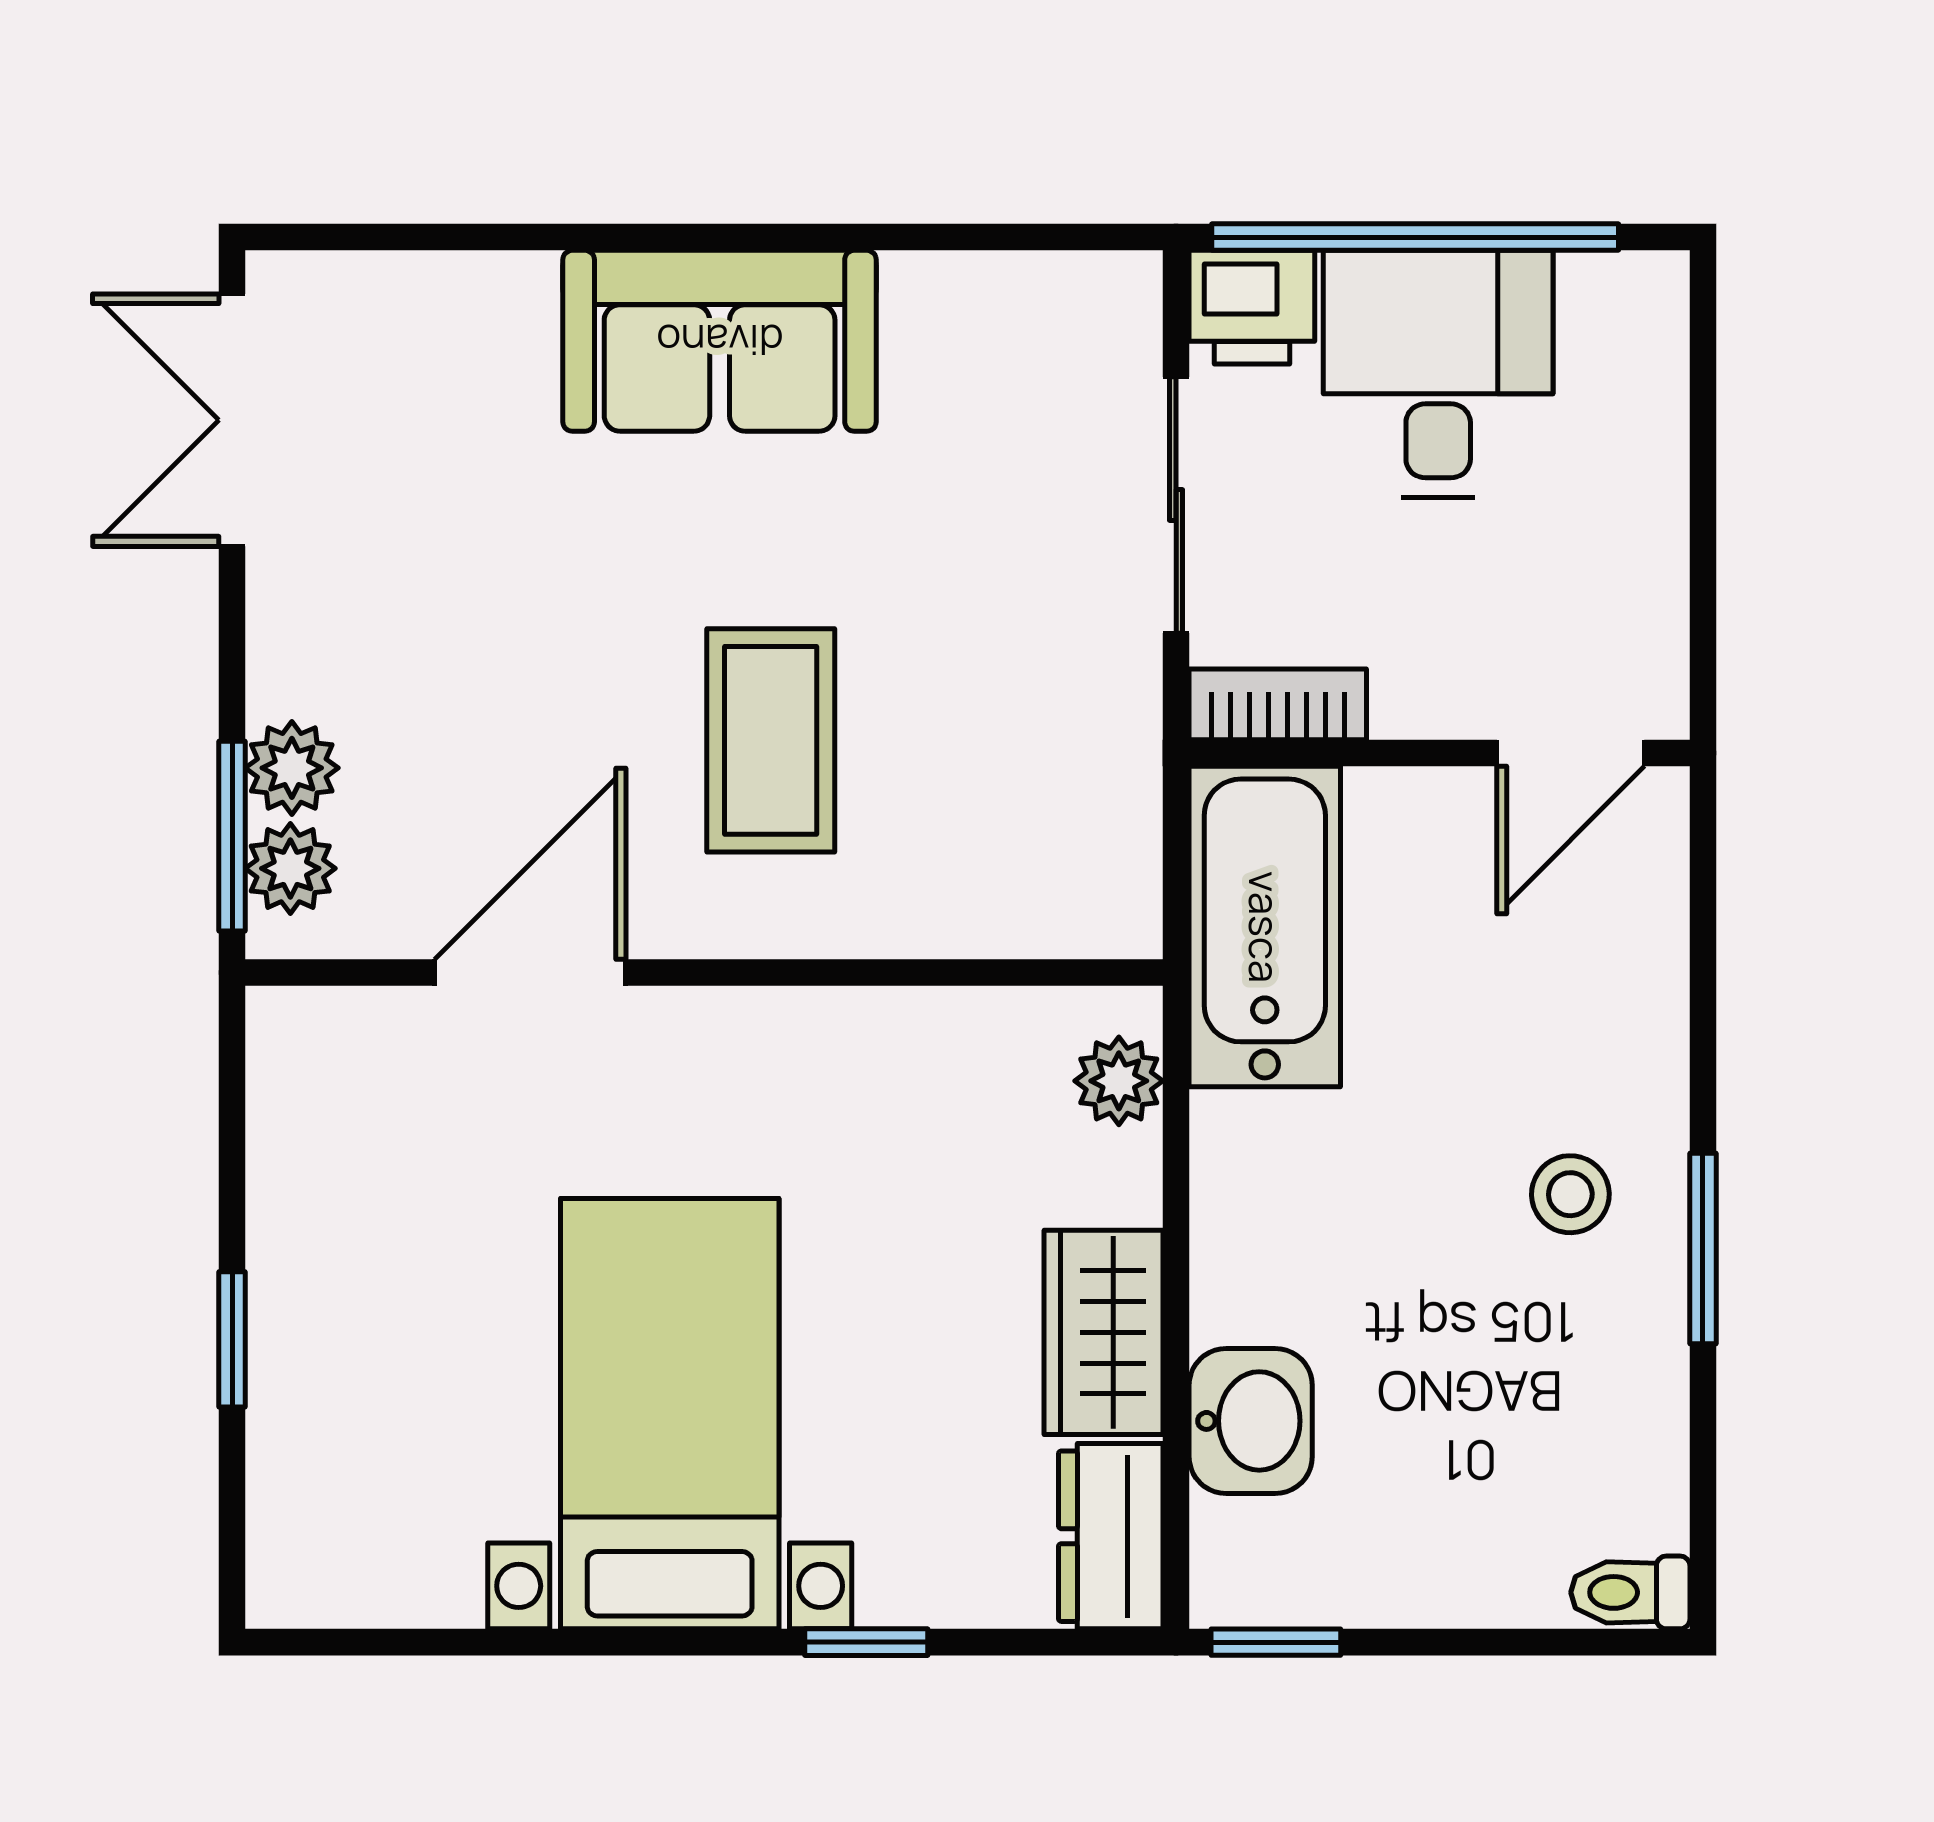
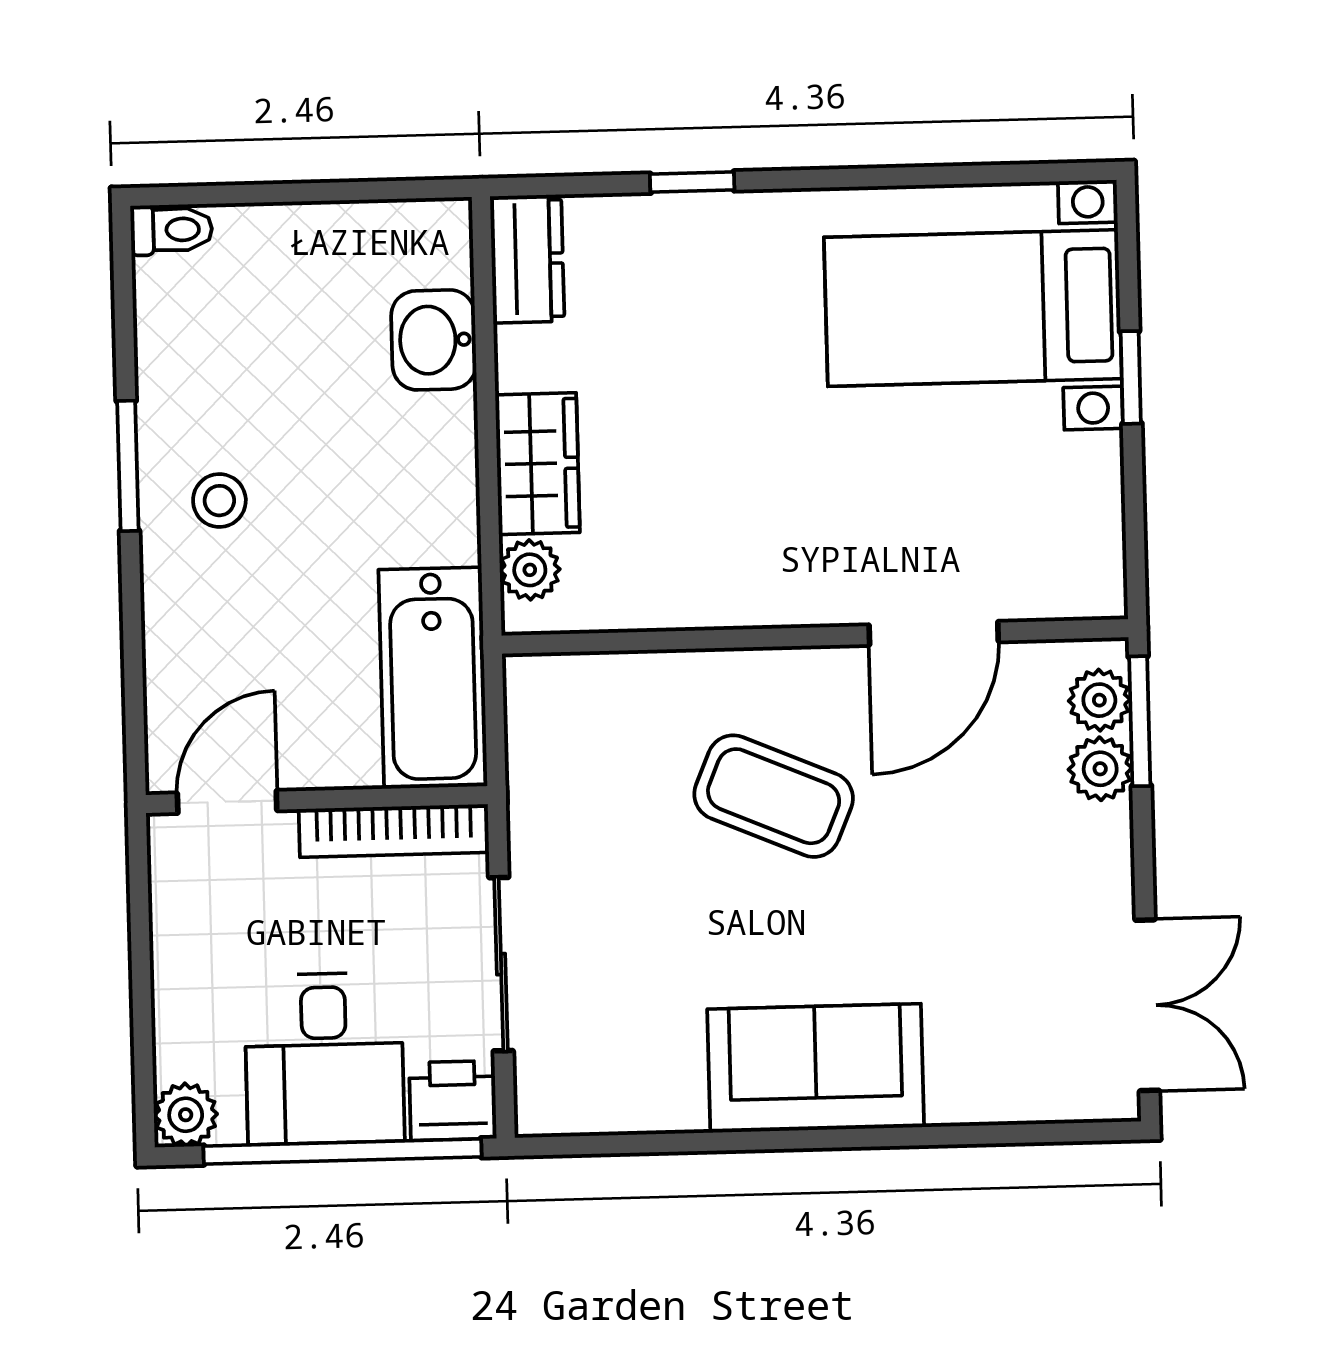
plant: (1643, 297) -> (186, 1115), added
bookcase: (1278, 704) -> (394, 831), width x1.56
coffee table: (771, 740) -> (774, 796), turned -67
wardrobe: (1104, 1332) -> (537, 464), moved
bed with nightstands: (670, 1414) -> (973, 308), moved, turned 90
window: (1276, 1642) -> (412, 189), removed

